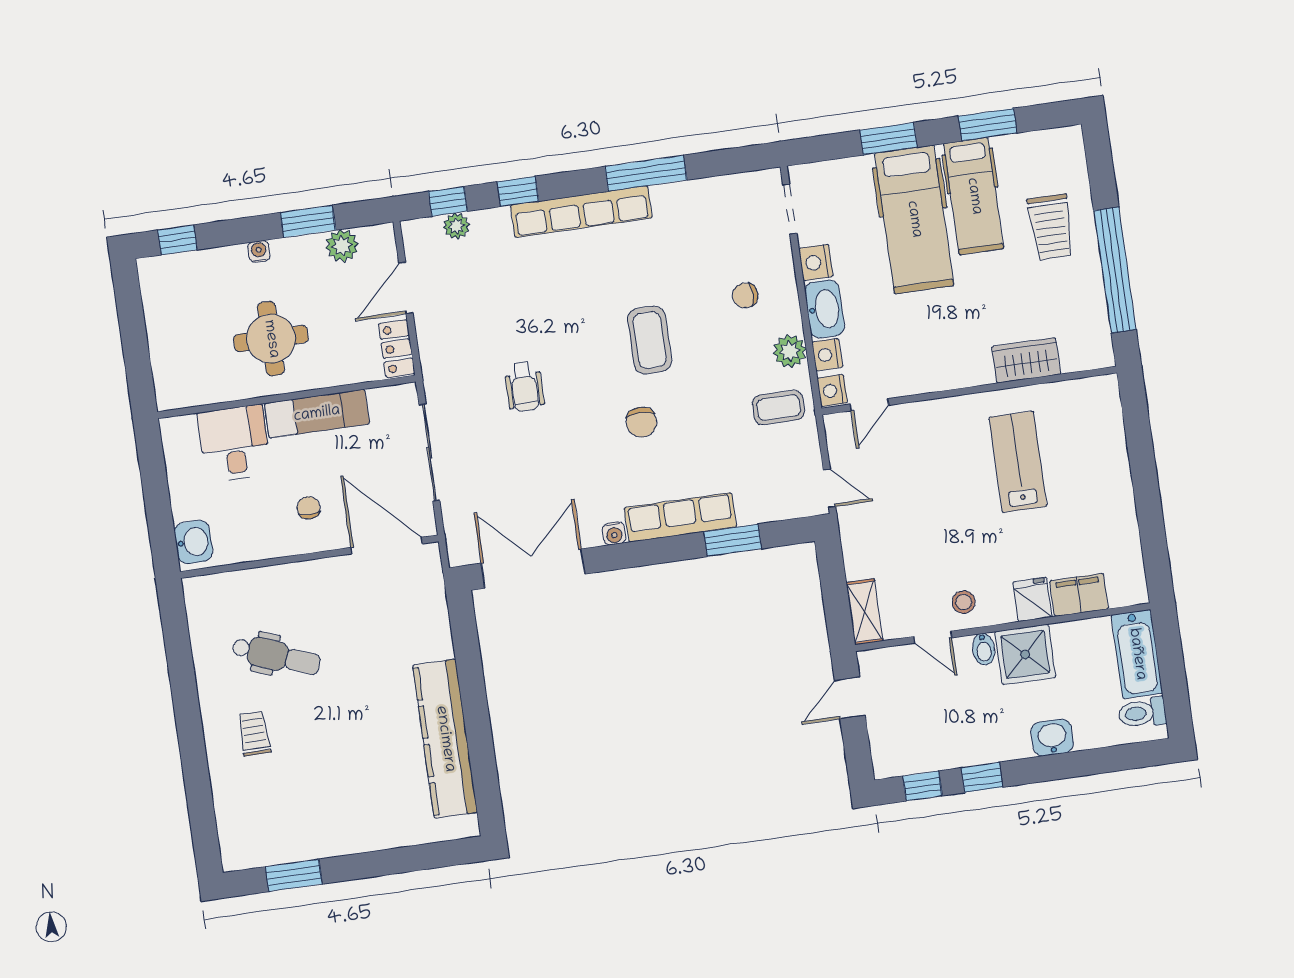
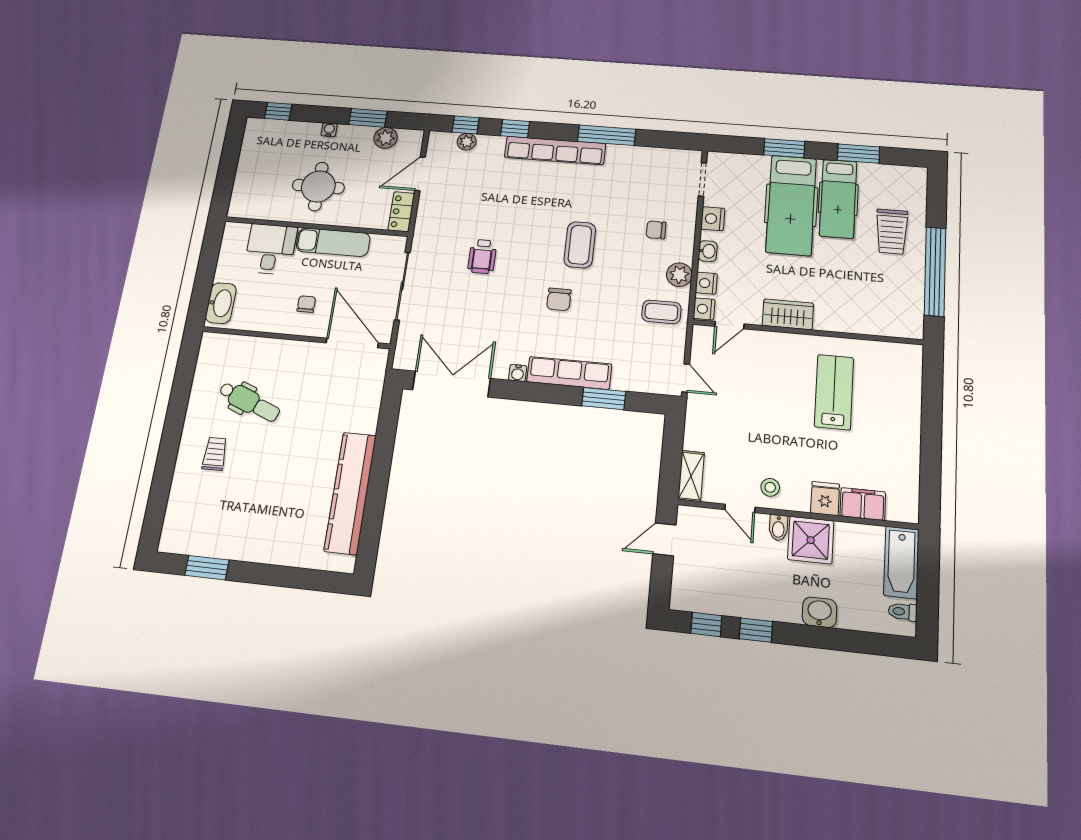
washbasin: (825, 309) -> (708, 251), width x0.52, depth x0.69
wardrobe: (1026, 360) -> (788, 314), moved
washbasin: (193, 542) -> (221, 303), width x1.38
toilet: (1142, 713) -> (903, 612), width x0.73, depth x0.72

